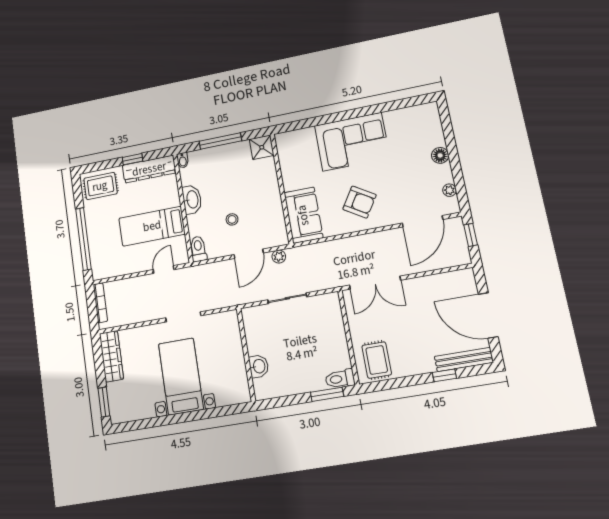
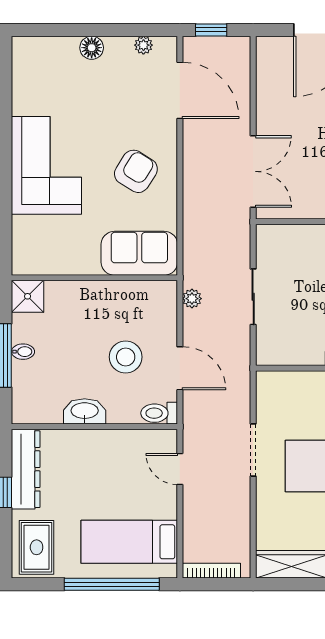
bidet: (183, 160) -> (23, 352), moved
stool: (232, 219) -> (126, 357), width x1.89, depth x1.89
bed: (152, 226) -> (129, 542), moved, turned 90
door: (249, 254) -> (180, 368), moved

